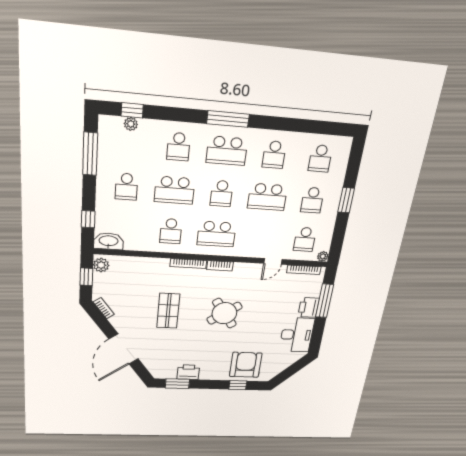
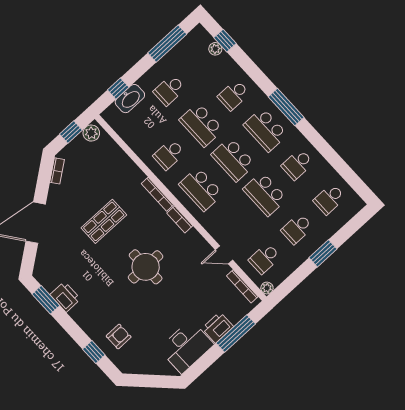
school desk: (221, 194) -> (233, 159), width x1.85
washbasin: (109, 241) -> (130, 99), moved, turned 90
round table: (224, 313) -> (146, 267), turned 35
armchair: (246, 365) -> (119, 336), width x0.53, depth x0.53

